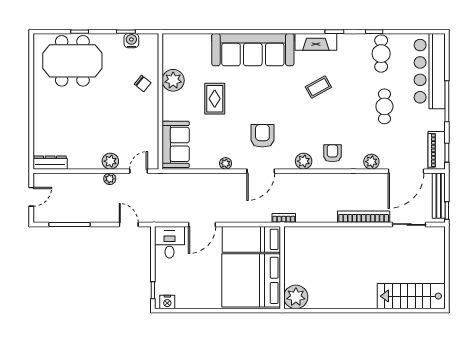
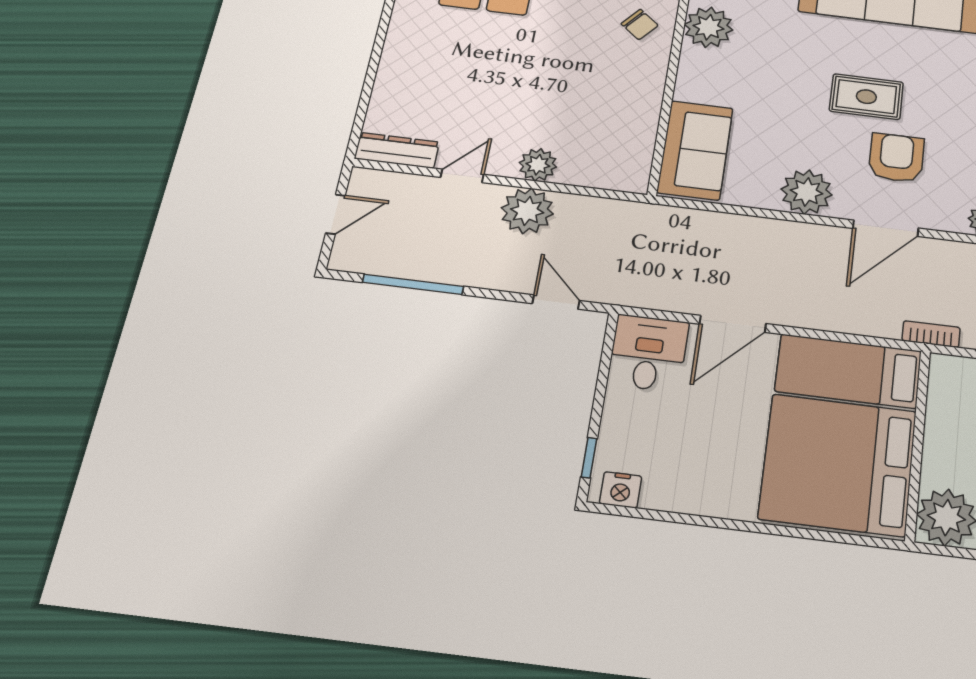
rug: (215, 99) -> (866, 97), moved, turned 90
plant: (226, 163) -> (807, 192), width x1.88, depth x1.88
door: (139, 171) -> (462, 176), moved
plant: (110, 179) -> (527, 211), width x1.87, depth x1.87

